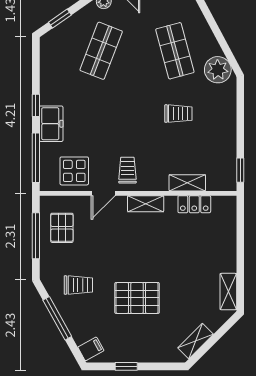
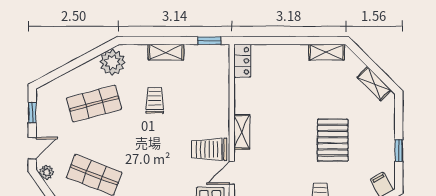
trolley: (127, 170) -> (209, 149), width x1.36, depth x1.39
shelving: (187, 183) -> (166, 52), moved, turned 90
door: (103, 193) -> (232, 173), swing flipped
locker: (194, 204) -> (242, 61), moved

